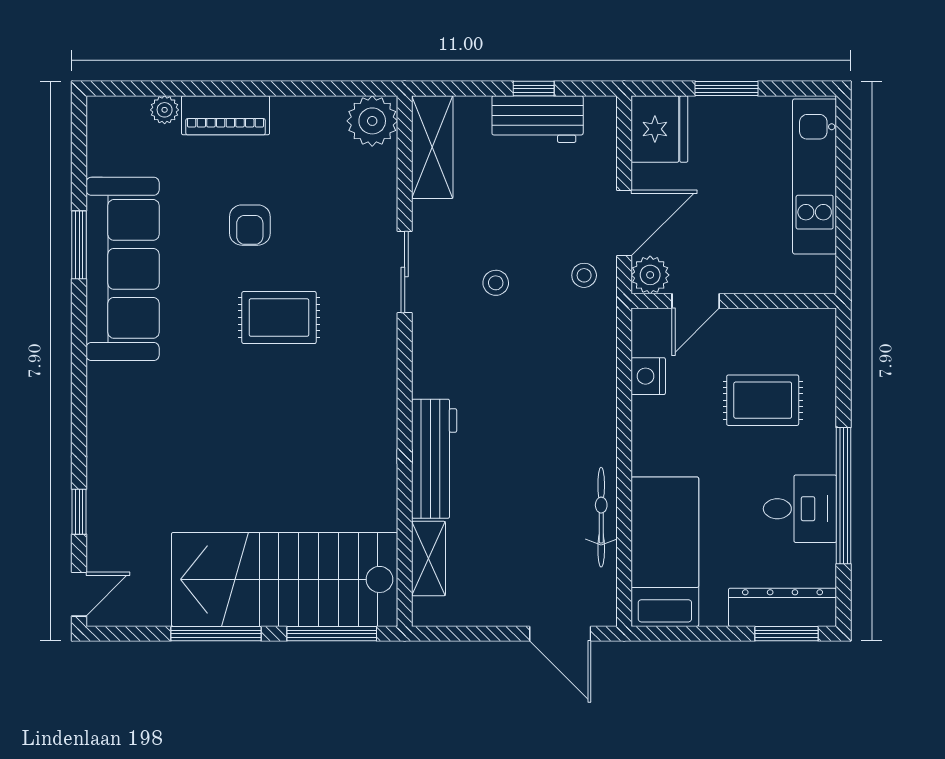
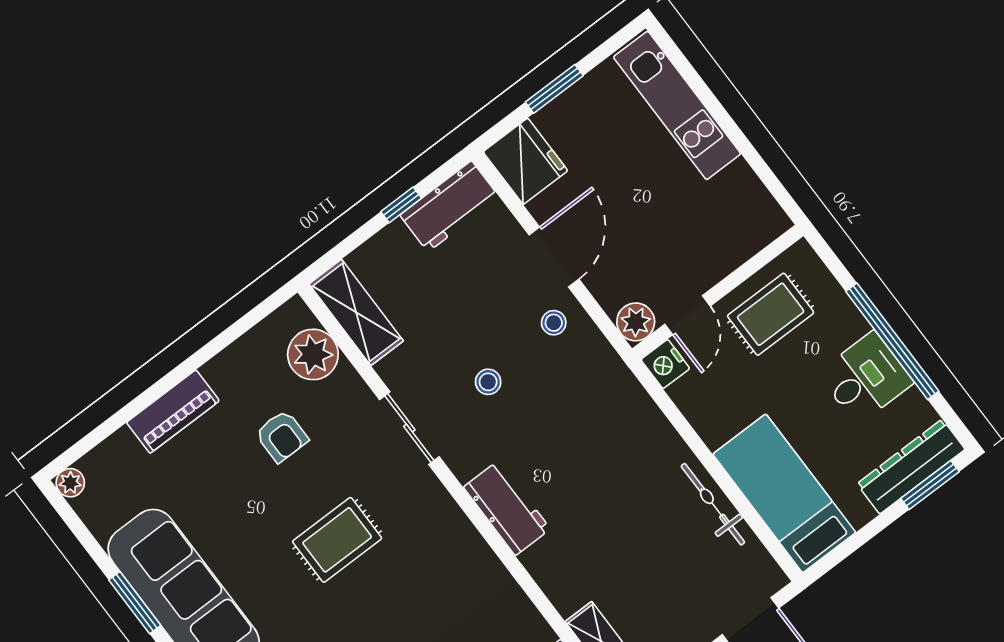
plant: (165, 110) -> (70, 483), moved
workbench: (538, 119) -> (450, 206), moved
plant: (372, 121) -> (313, 354), moved
armchair: (250, 225) -> (282, 436), moved
plant: (650, 275) -> (636, 322), moved
door: (696, 301) -> (687, 315), moved
wall: (734, 301) -> (718, 292), moved
workbench: (434, 459) -> (507, 508), moved, width x0.73

